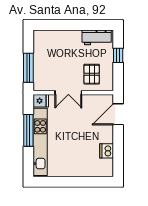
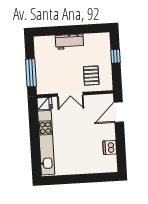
workbench: (97, 37) -> (69, 42), moved
window: (28, 130) -> (34, 132), removed

